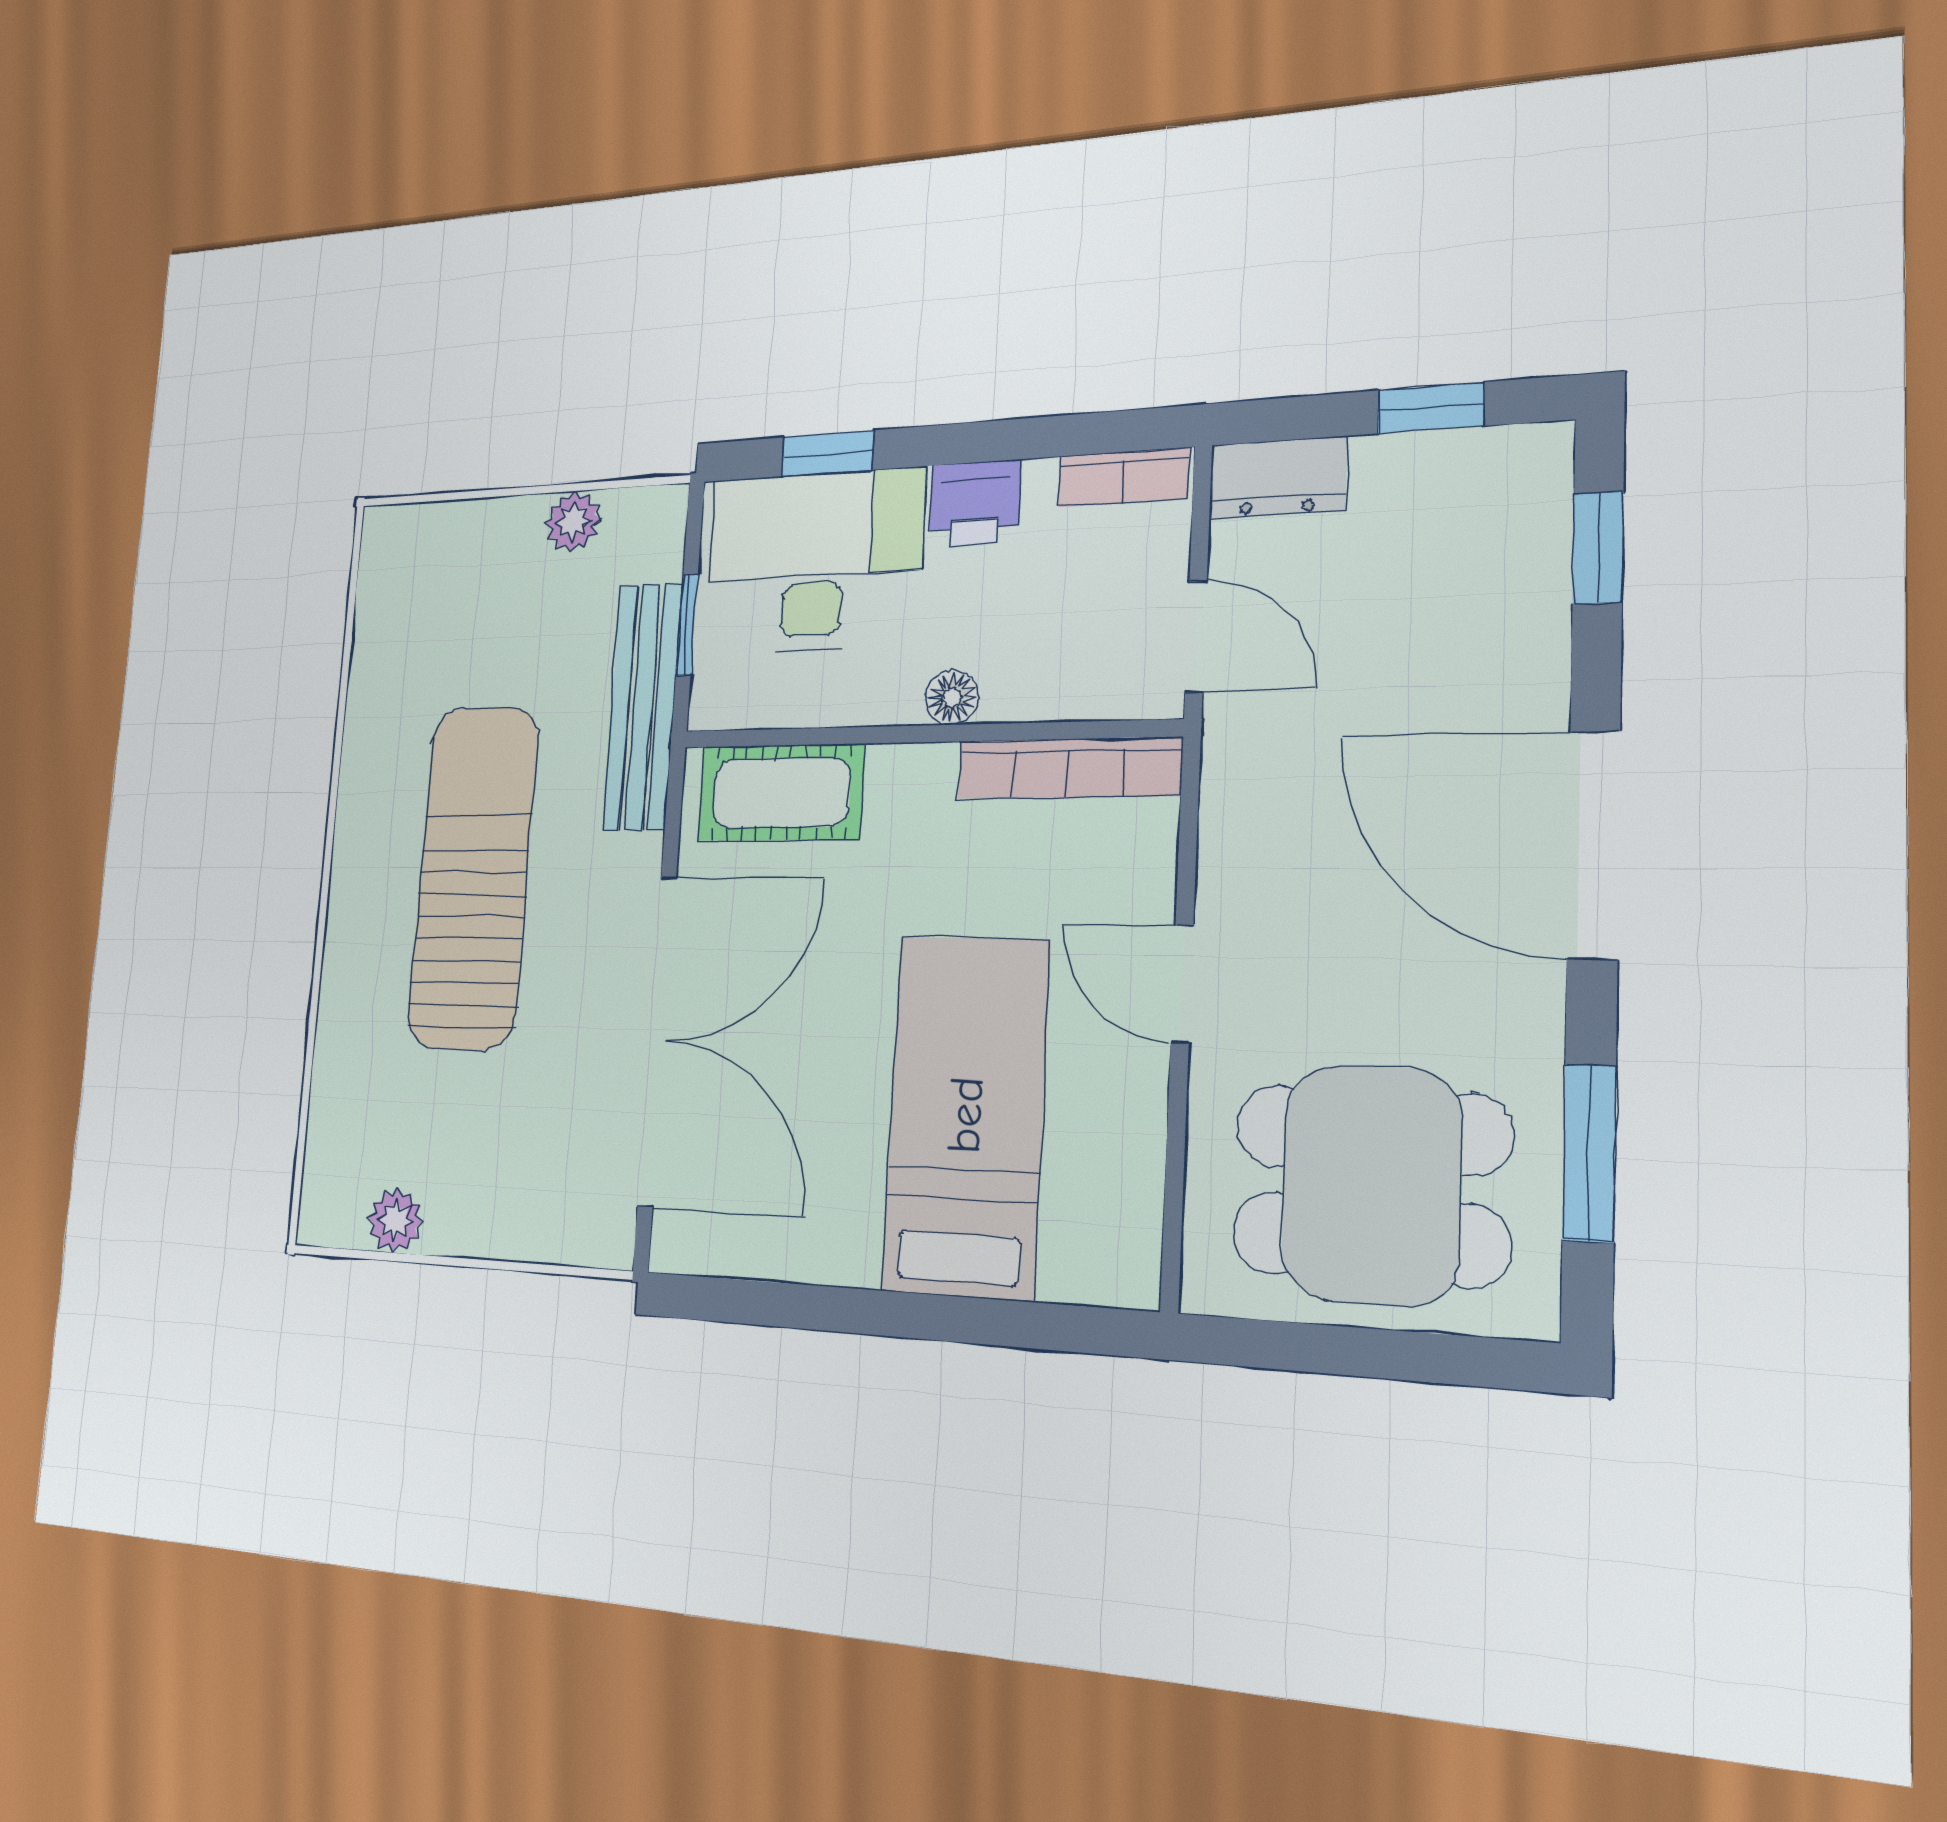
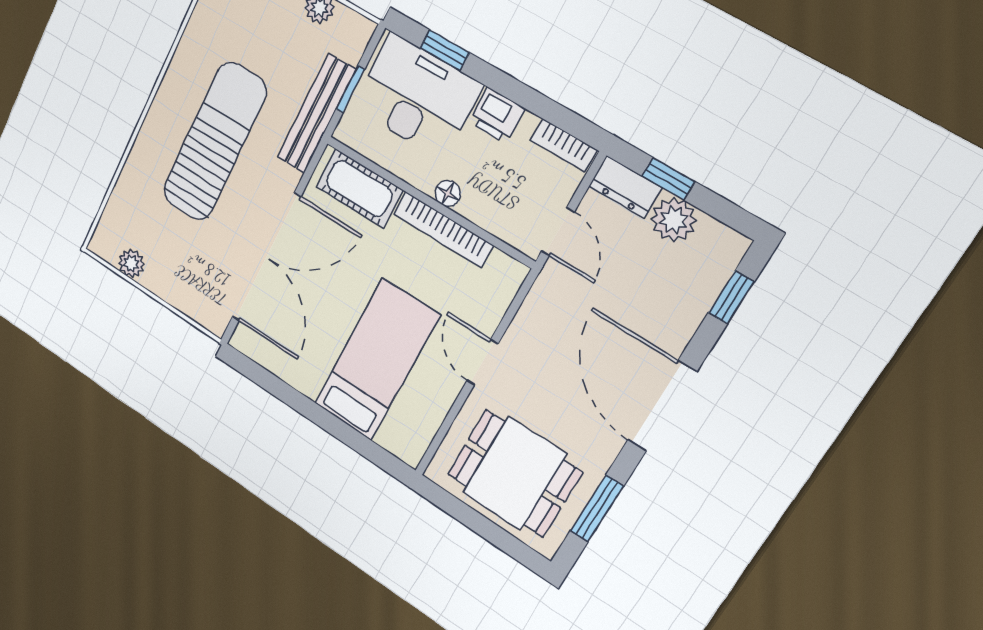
window: (1431, 408) -> (669, 179), moved
plant: (1402, 478) -> (674, 220), added
bookcase: (1068, 768) -> (443, 230), moved

